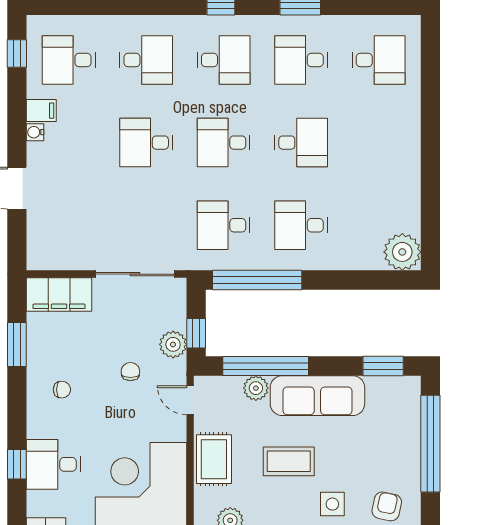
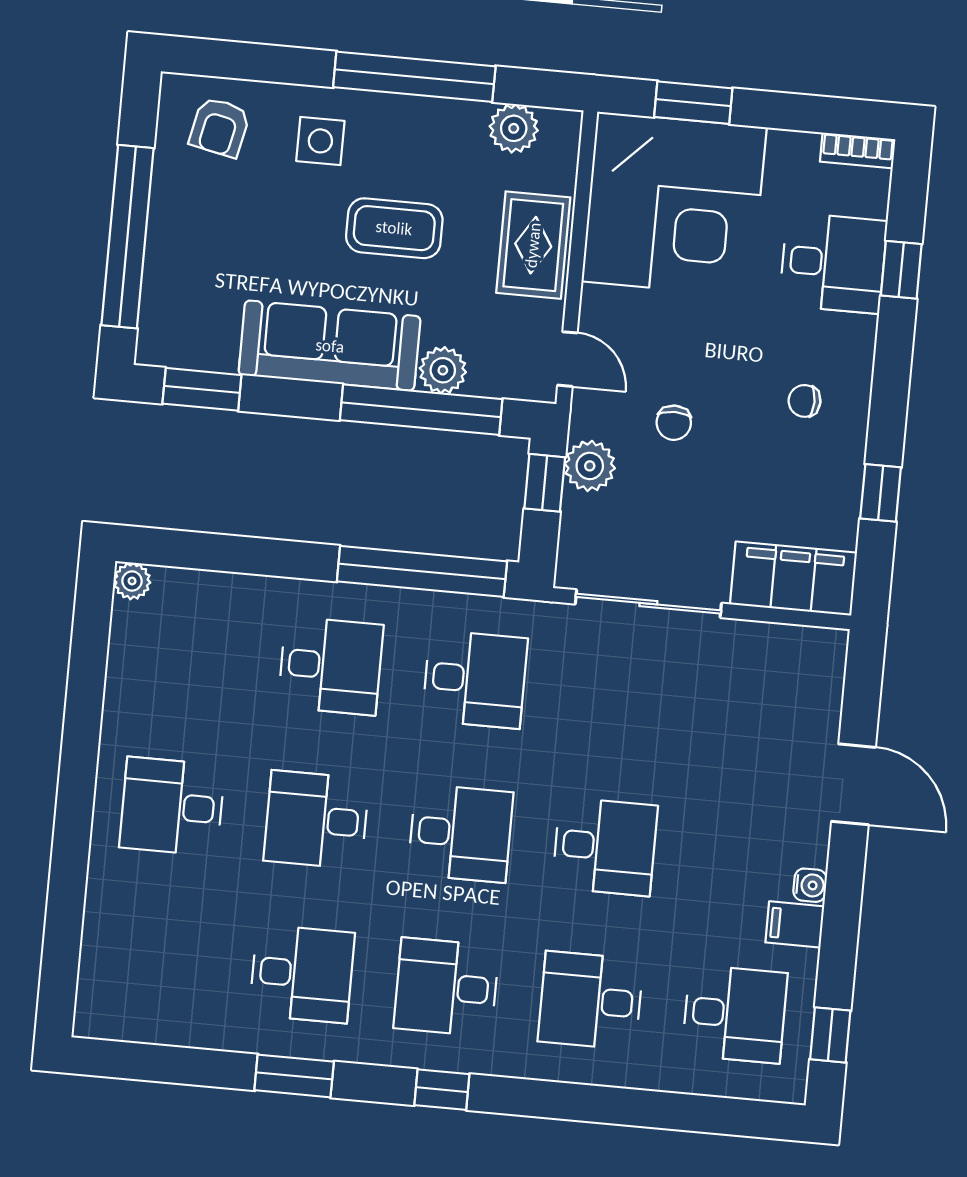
desk: (378, 60) -> (172, 806), moved
plant: (402, 252) -> (132, 581), width x0.53, depth x0.53
window: (17, 344) -> (881, 493), width x0.67

